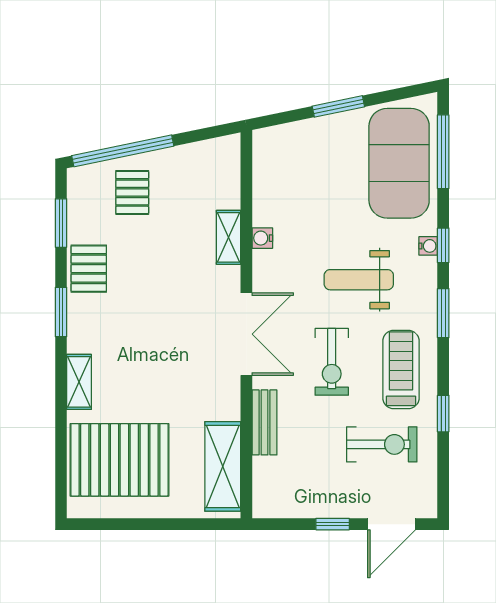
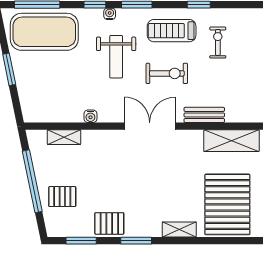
window: (123, 151) -> (32, 181), moved
shelving: (229, 237) -> (64, 137), moved
water cooler: (428, 246) -> (110, 14), moved
exercise bike: (382, 444) -> (218, 43), width x0.73, depth x0.72

